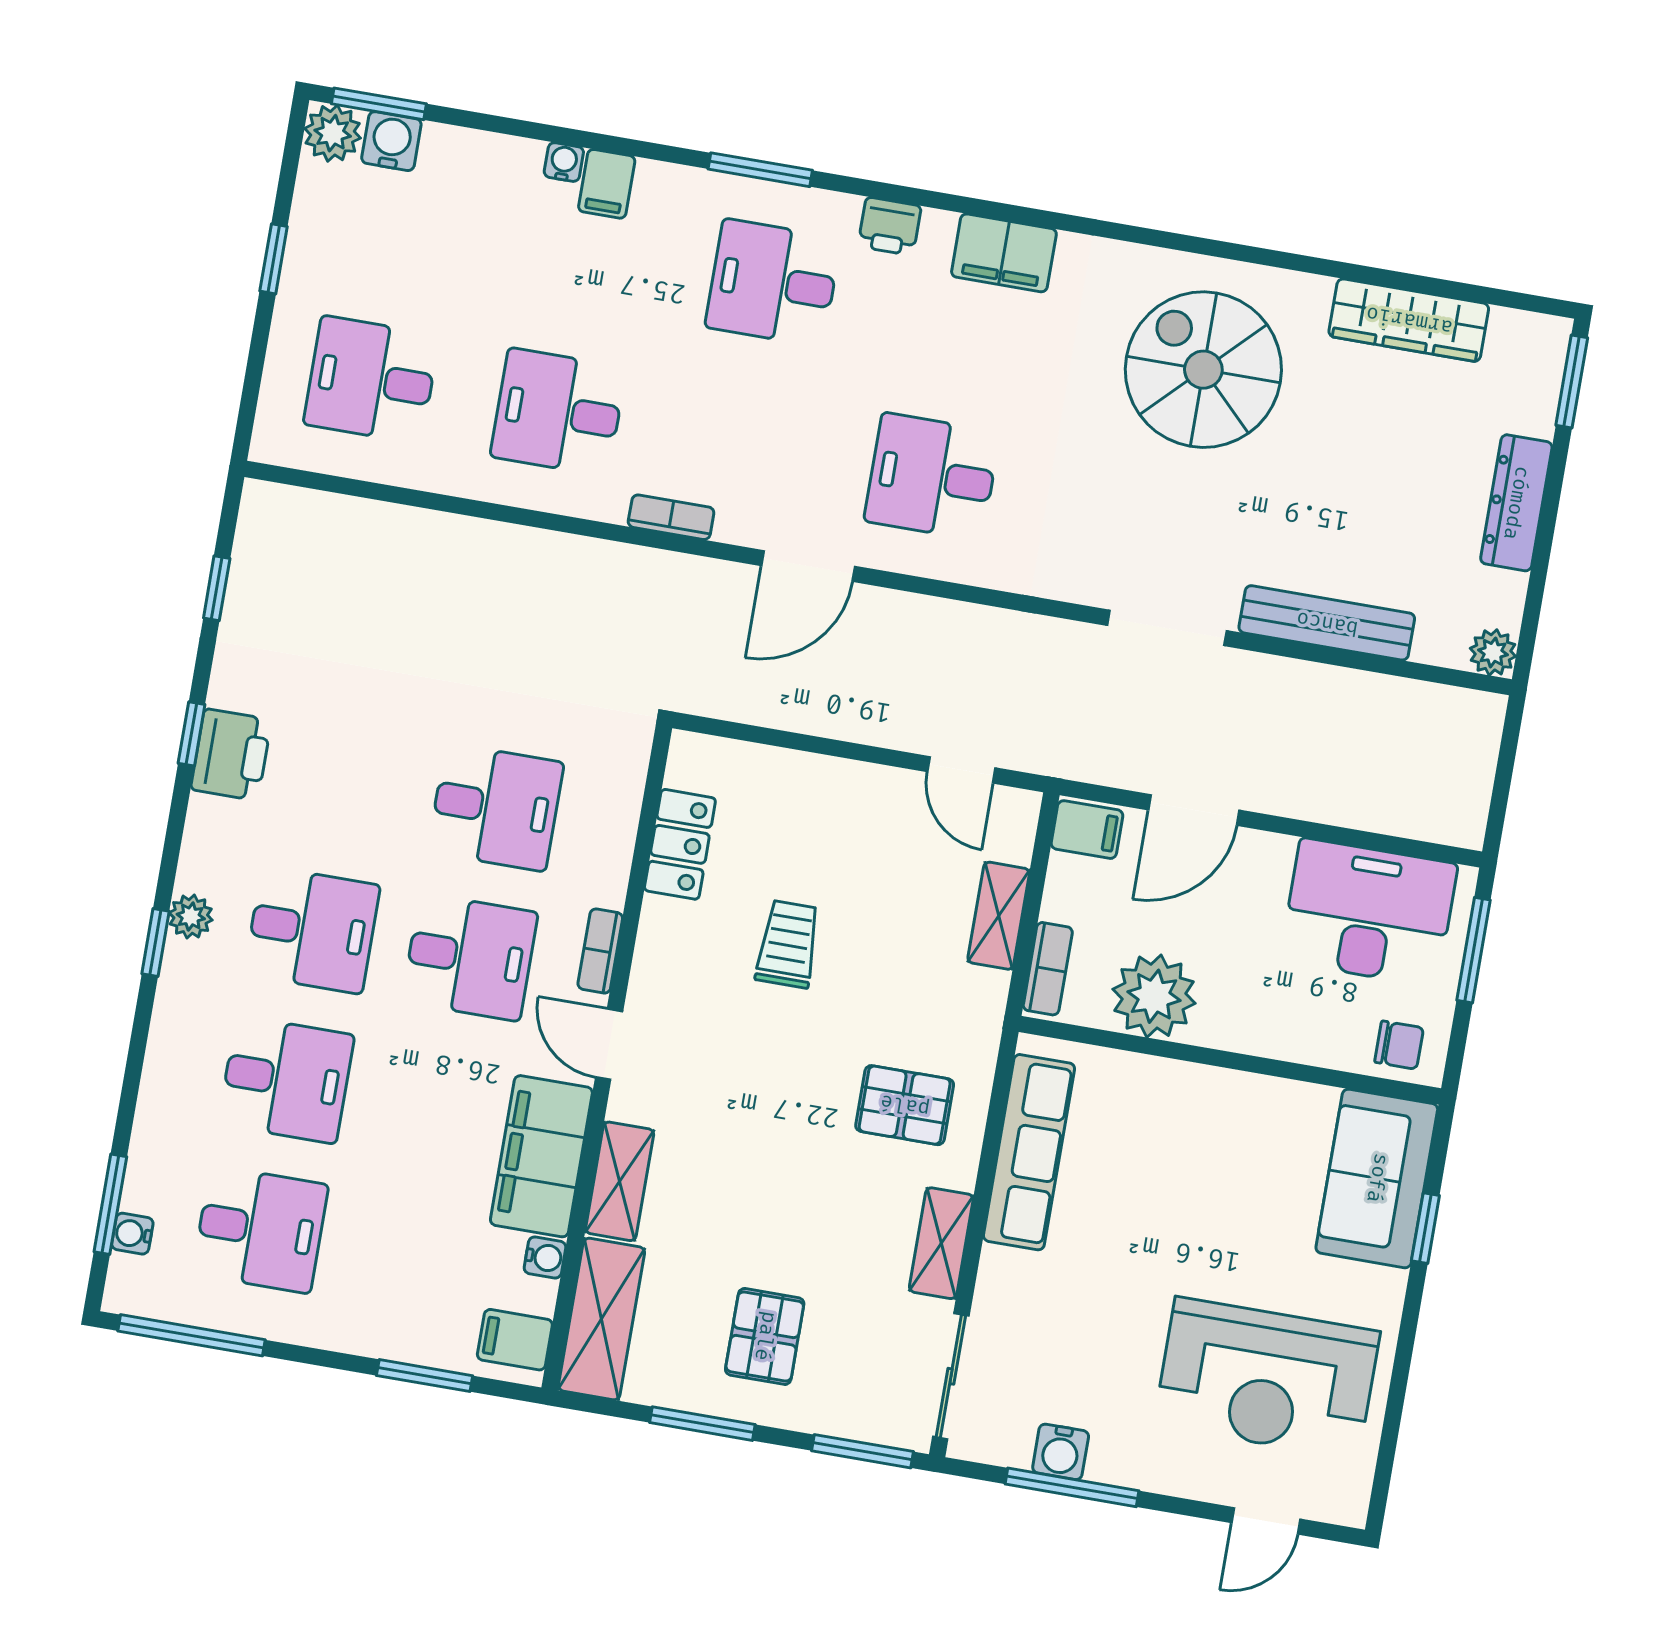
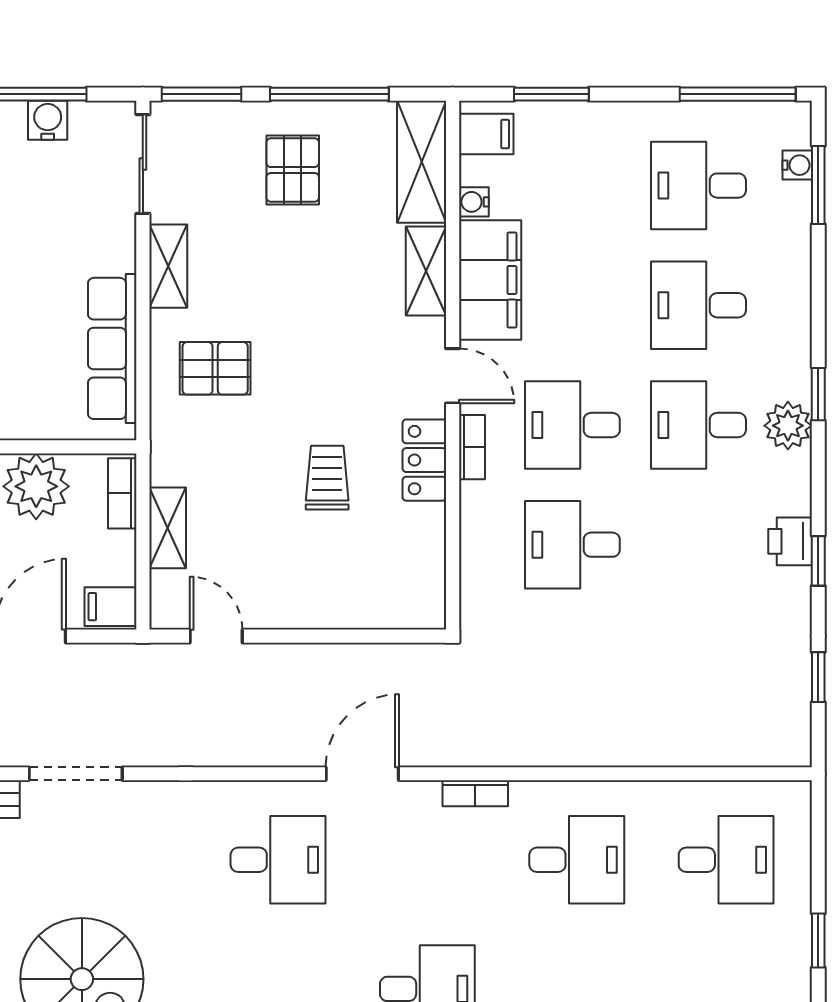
printer: (231, 755) -> (790, 541), width x0.73, depth x0.81
locker: (680, 844) -> (424, 460), moved
plant: (191, 916) -> (788, 426), width x1.38, depth x1.38
trolley: (788, 944) -> (327, 478), turned 180
window: (702, 1424) -> (329, 94), width x1.44

